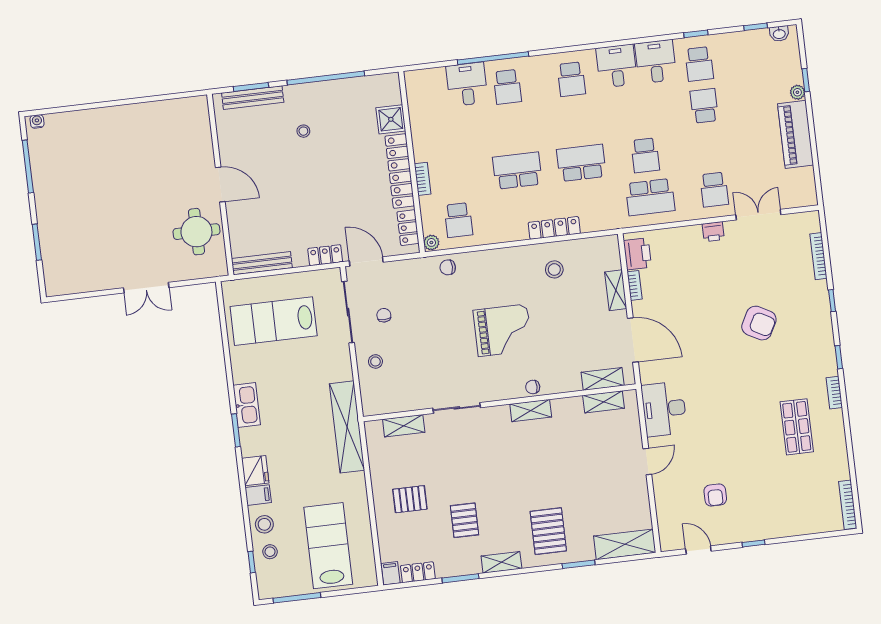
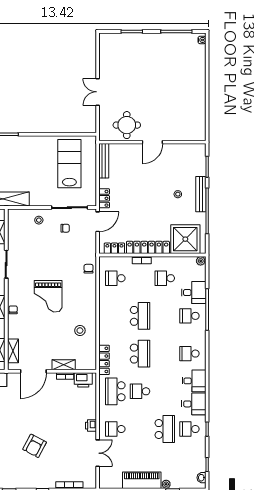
bench: (253, 98) -> (201, 194), moved
school desk: (704, 106) -> (165, 429), width x1.85
shower: (391, 119) -> (185, 239), width x1.86, depth x1.86
school desk: (448, 136) -> (165, 278), added
locker: (554, 228) -> (104, 360), moved
plant: (431, 242) -> (201, 261), moved
kitchen sink: (247, 405) -> (22, 142), removed

